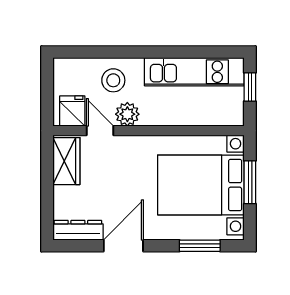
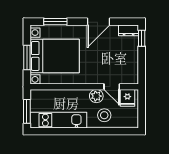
window: (250, 87) -> (27, 111), width x1.50
wardrobe: (66, 161) -> (131, 70), removed
window: (47, 216) -> (142, 38), added
dresser: (78, 230) -> (129, 30), width x0.70

